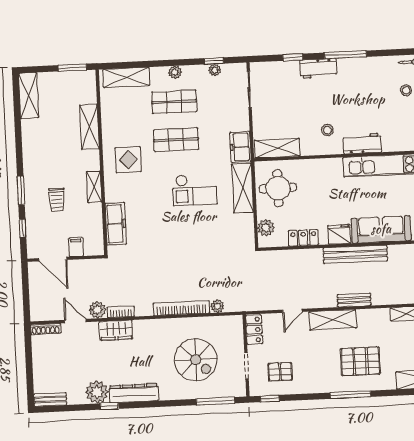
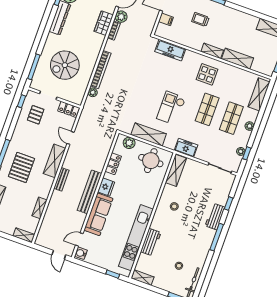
workbench: (362, 143) -> (151, 242), moved
shelving: (94, 187) -> (212, 51), moved
shelving: (242, 188) -> (149, 134), moved

